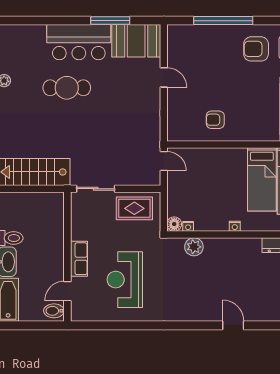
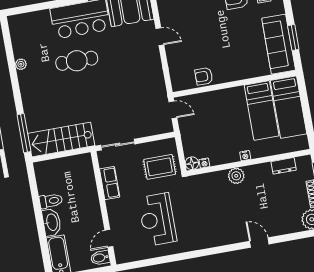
armchair: (215, 120) -> (204, 76), moved
rug: (134, 208) -> (160, 167), moved
plant: (194, 247) -> (236, 176), moved
row of seats: (79, 259) -> (110, 183), moved

